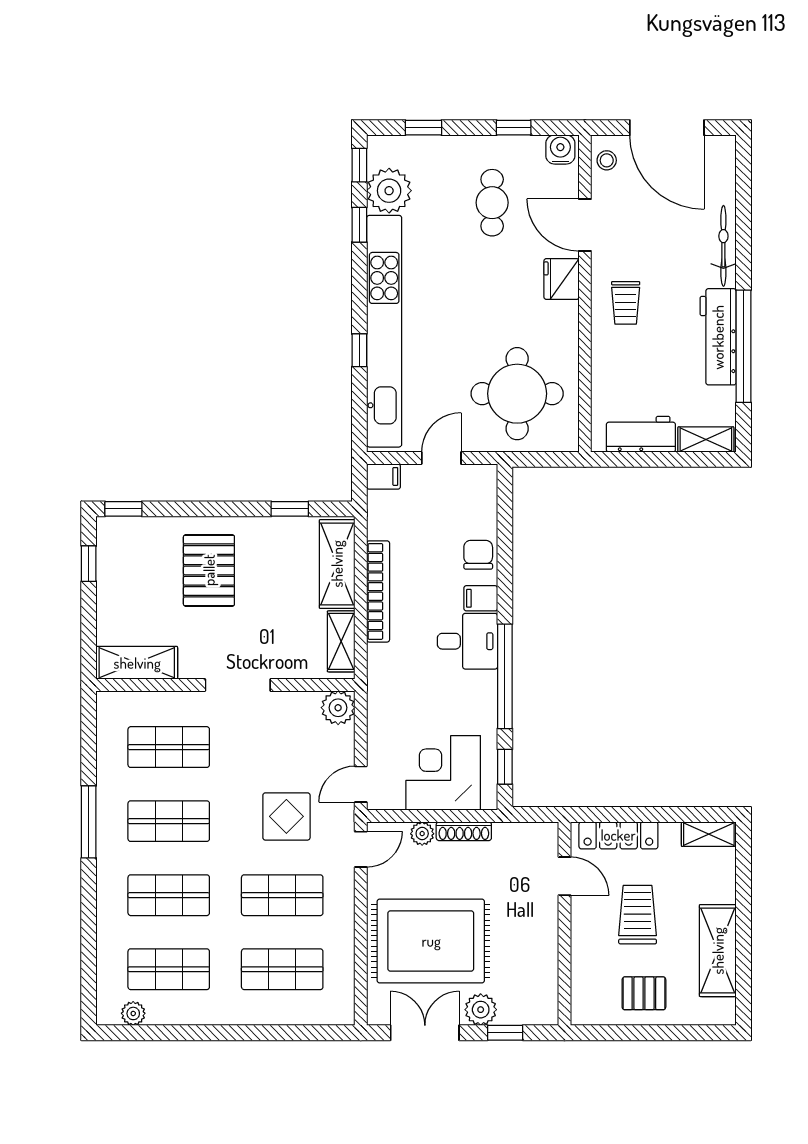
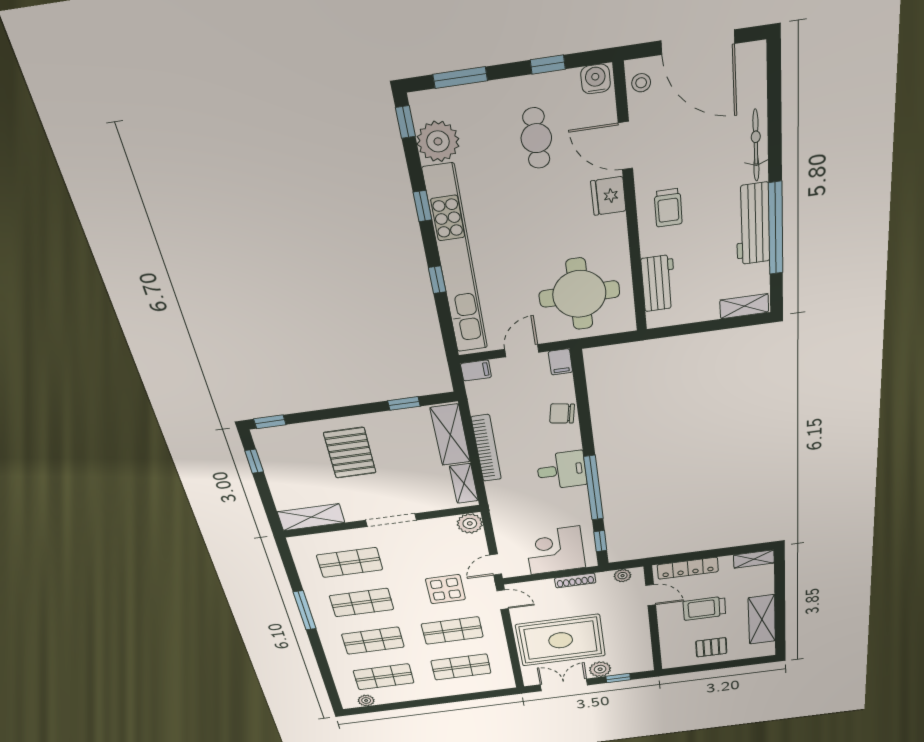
window: (423, 128) -> (460, 78), width x1.50
window: (359, 225) -> (422, 206), moved
workbench: (641, 434) -> (659, 283), moved, turned 90
chair: (478, 555) -> (562, 413), turned -80
filing cabinet: (481, 598) -> (560, 362), moved, turned -90
plant: (422, 834) -> (623, 576), moved
door: (361, 849) -> (503, 600), hinge flipped
trolley: (638, 915) -> (704, 608), turned -90

